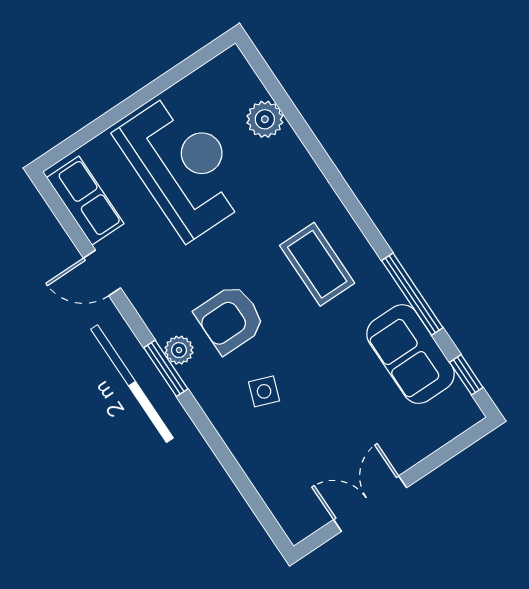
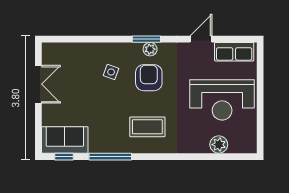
sofa: (410, 354) -> (65, 140), moved

